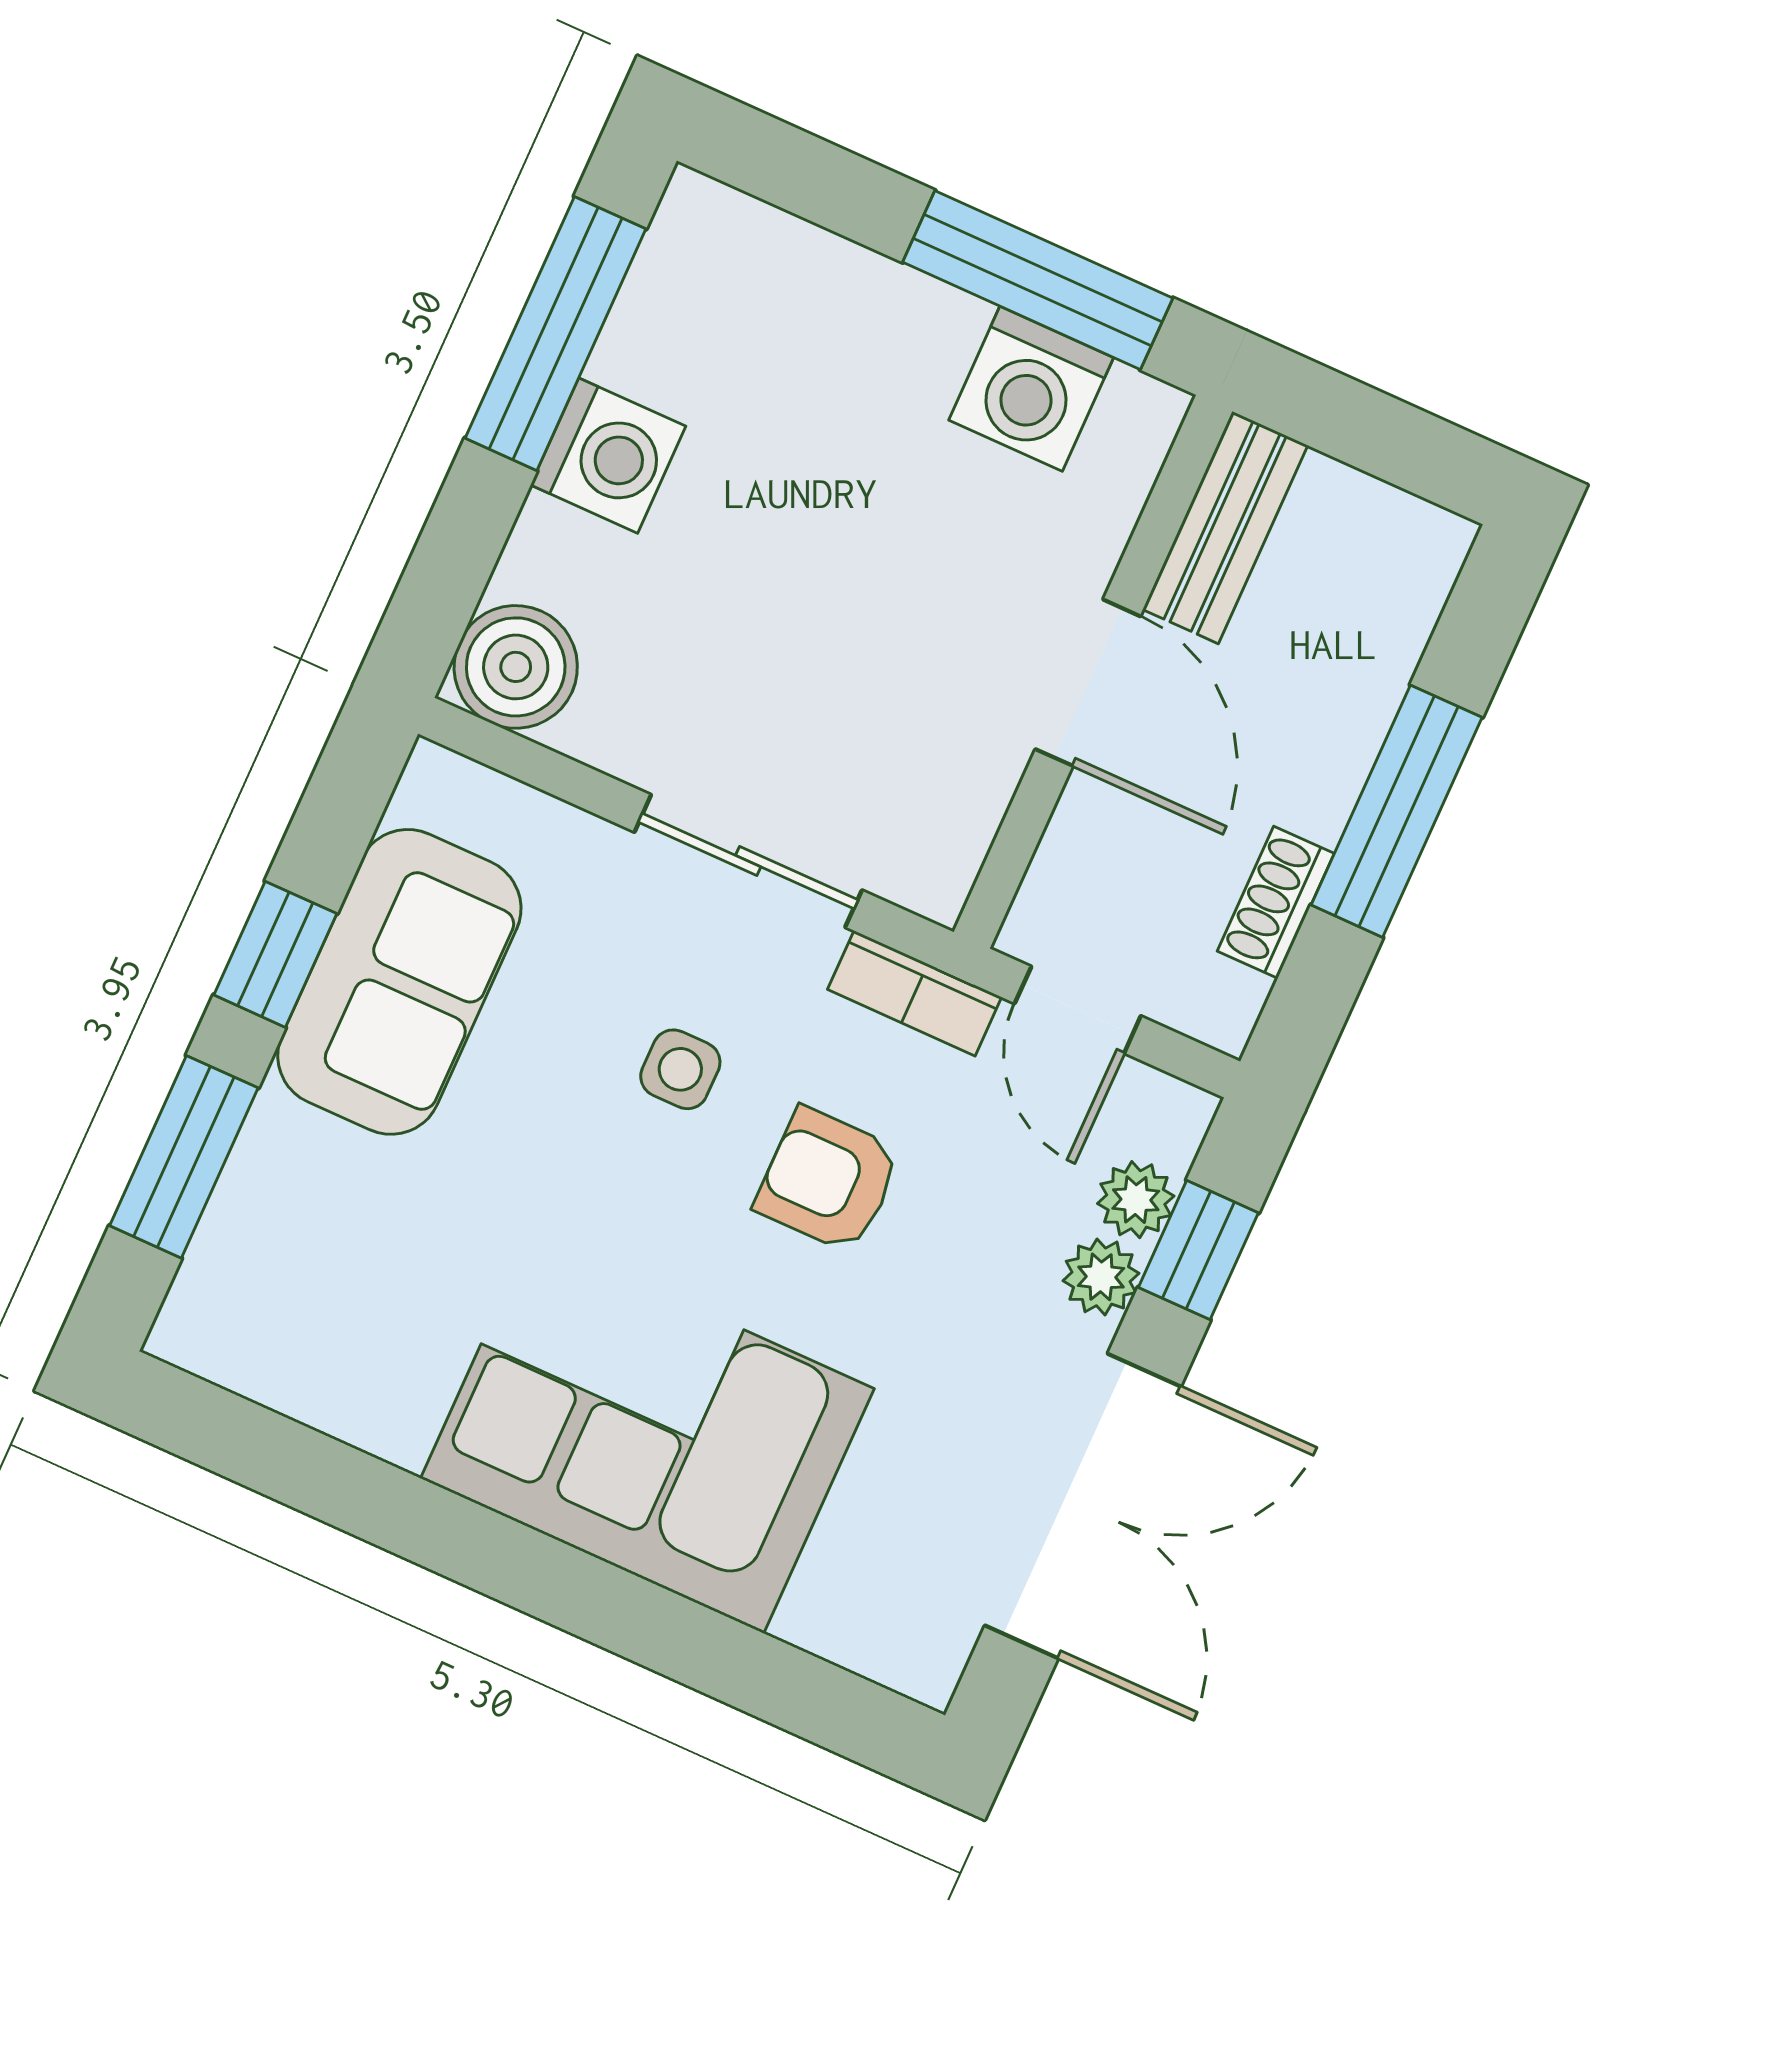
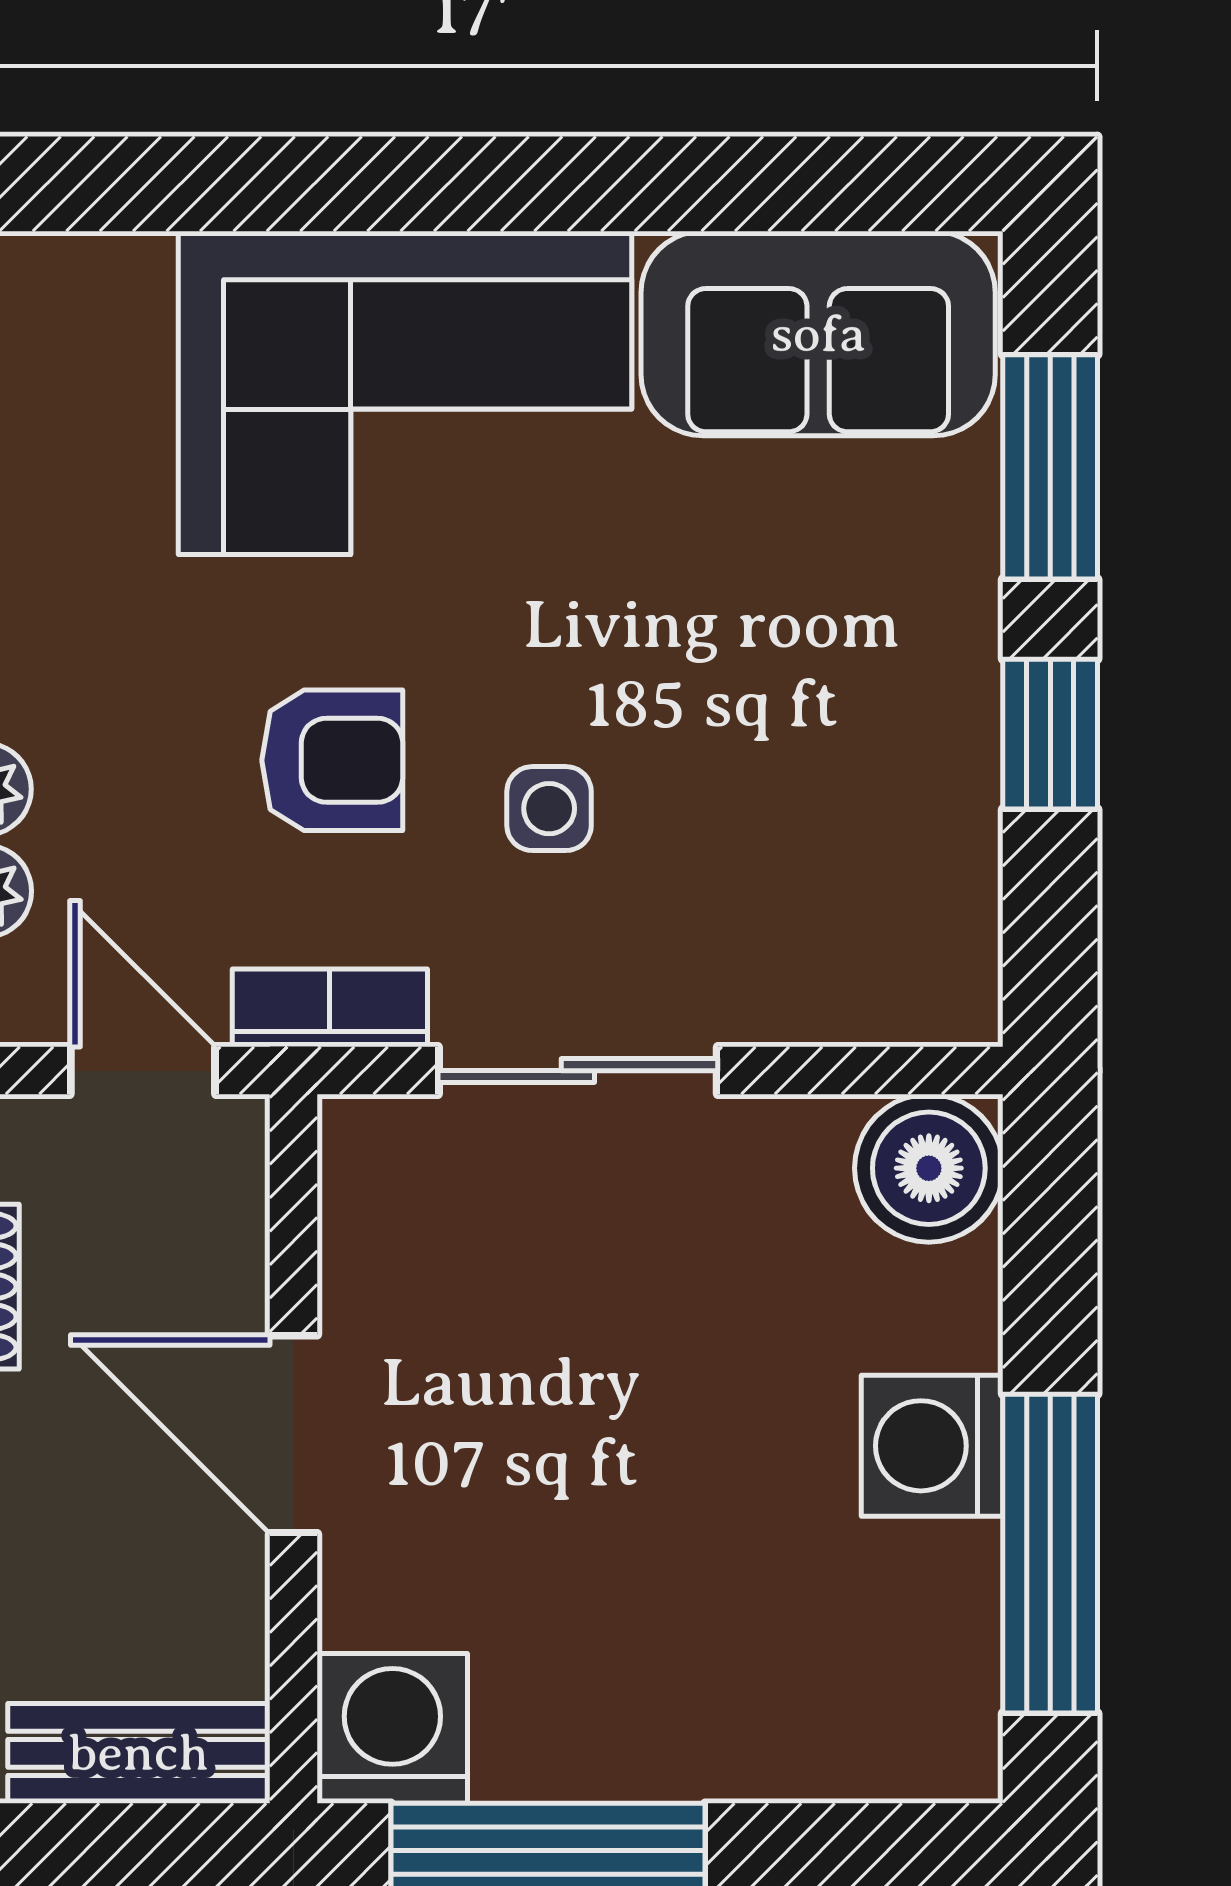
washing machine: (1031, 389) -> (392, 1728), moved
bench: (1225, 527) -> (139, 1753), moved, turned 90
sofa: (399, 982) -> (818, 334), moved, turned -90

